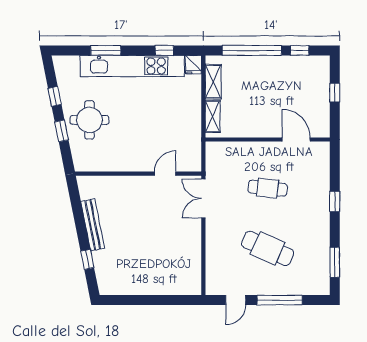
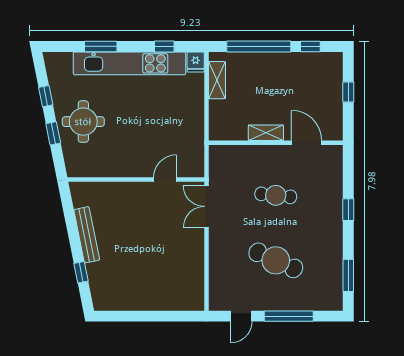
shelving: (213, 116) -> (266, 133), moved, turned 90

